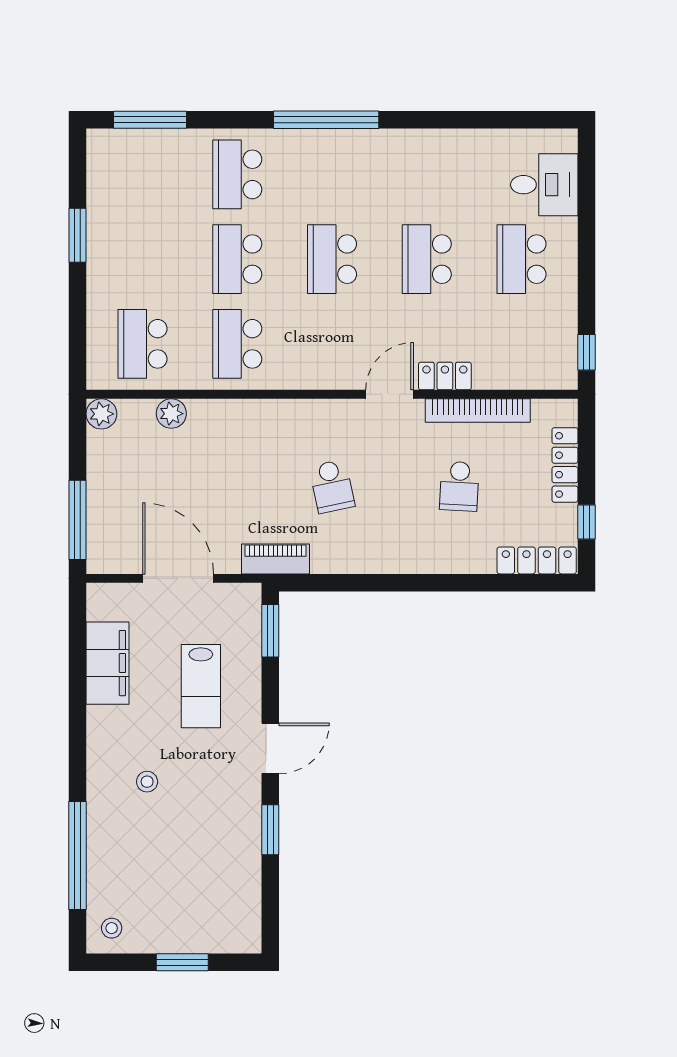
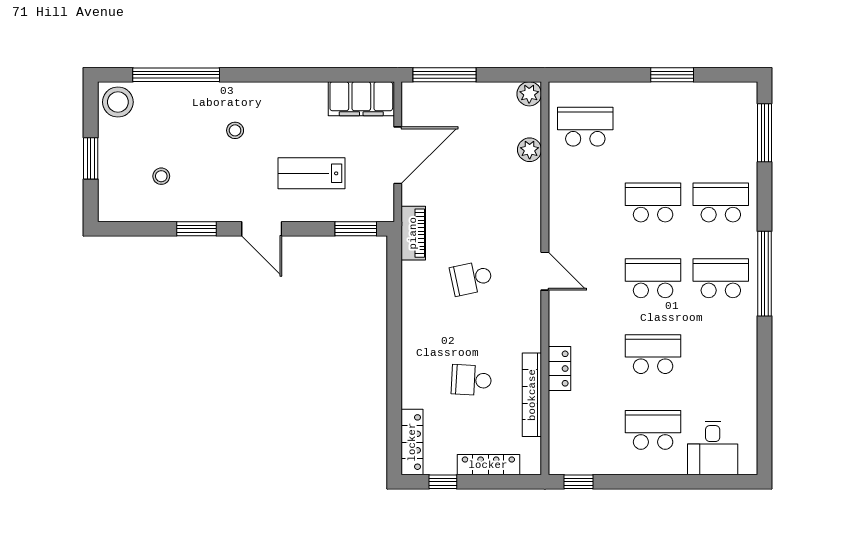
school desk: (237, 344) -> (721, 278), moved
door: (390, 394) -> (545, 271), moved
filing cabinet: (107, 663) -> (361, 99), moved
stool: (204, 874) -> (161, 176), added
stool: (112, 928) -> (118, 102), width x1.89, depth x1.89

